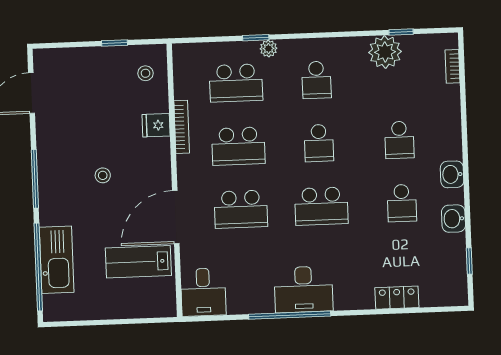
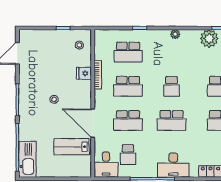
plant: (268, 48) -> (175, 34), moved
school desk: (316, 80) -> (128, 155), moved
door: (176, 217) -> (93, 123), hinge flipped
kitchen sink: (57, 260) -> (27, 159), moved
desk: (304, 289) -> (173, 165), moved

